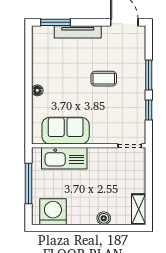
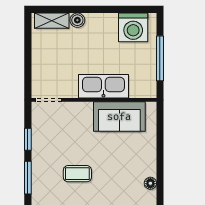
floor lamp: (37, 90) -> (150, 183), moved
kitchen sink: (64, 158) -> (103, 86), moved
shelving: (139, 209) -> (52, 21), moved, turned 90

